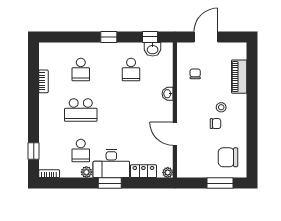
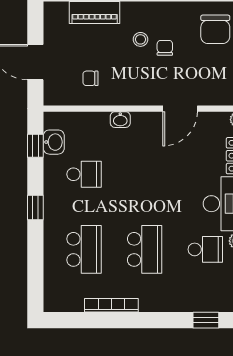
school desk: (81, 70) -> (84, 249), width x1.85
bookcase: (43, 81) -> (111, 305), width x1.56

